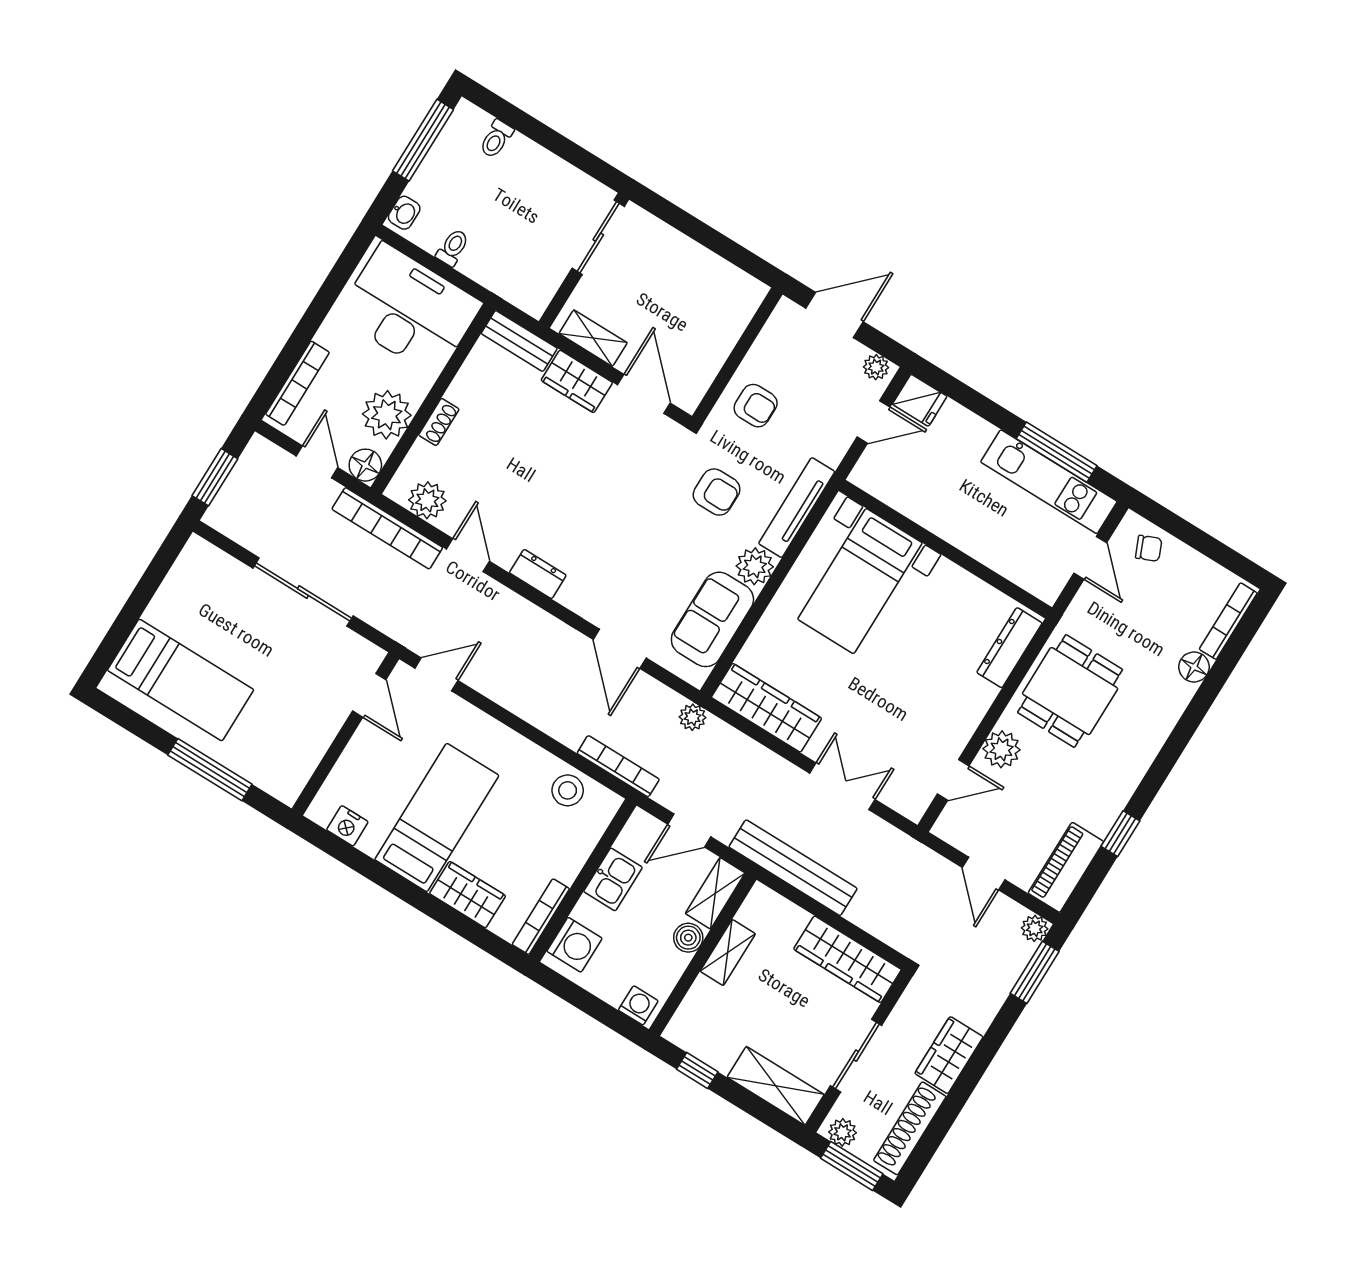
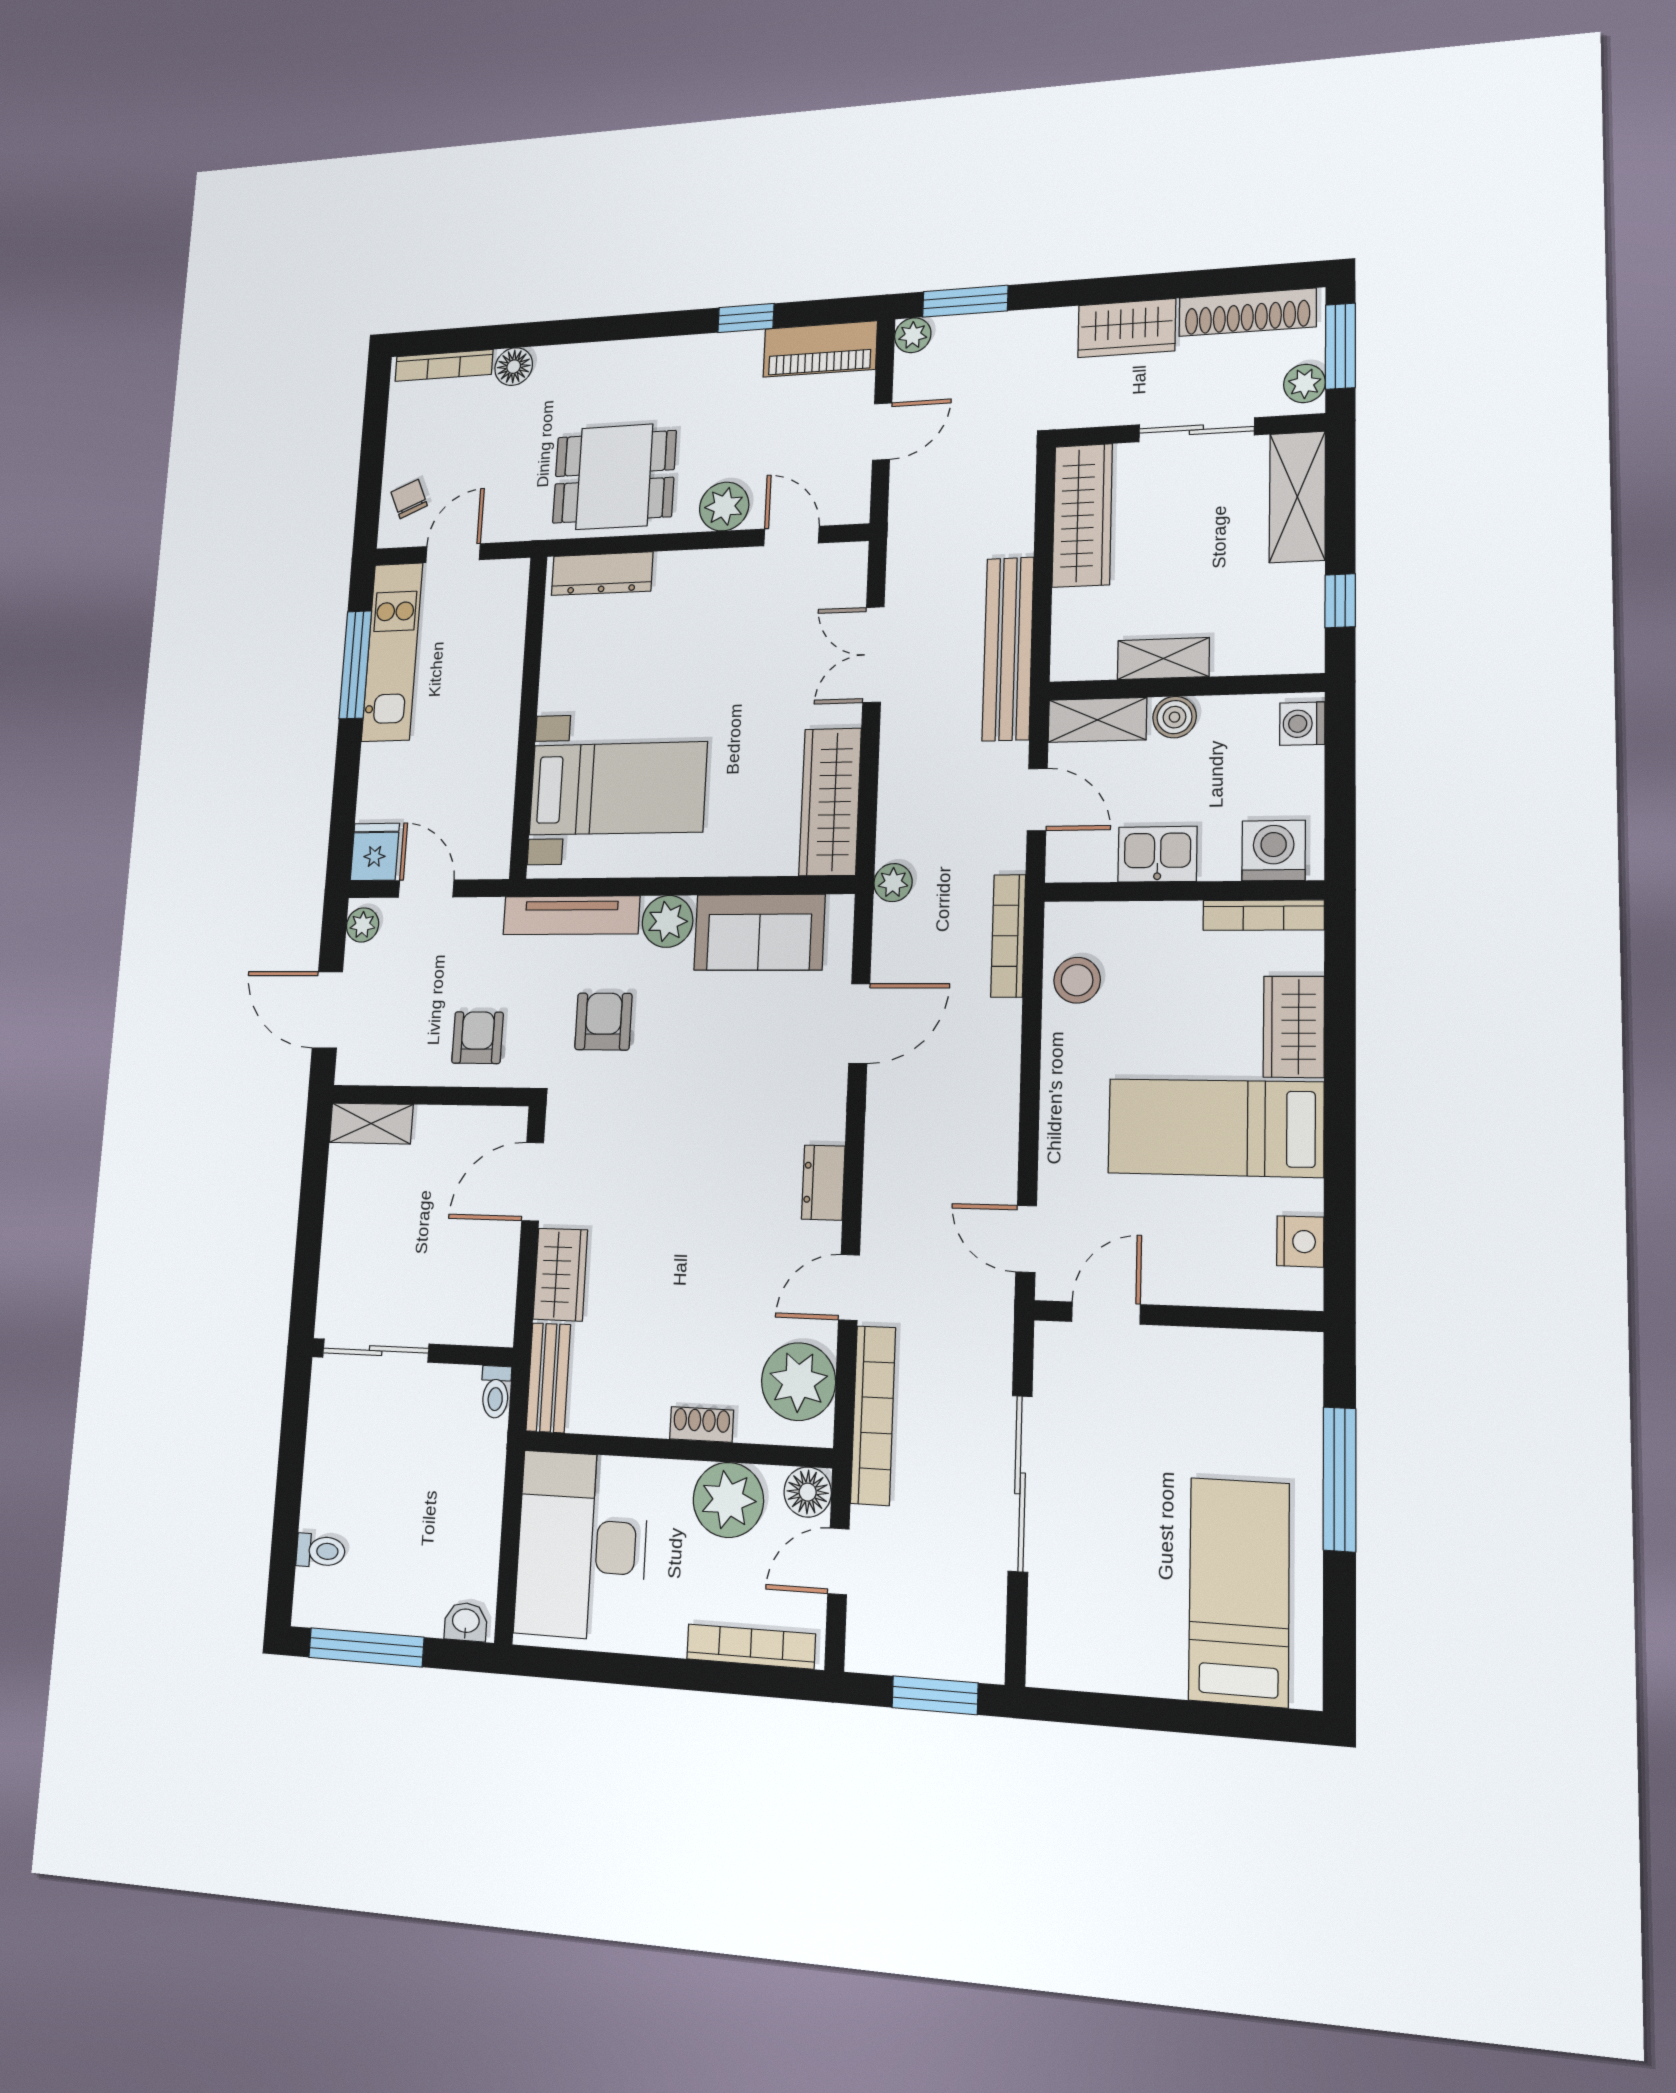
toilet: (453, 248) -> (496, 1392), moved, turned -90
shelving: (593, 338) -> (371, 1123), moved, turned 90
plant: (427, 500) -> (799, 1382), width x1.36, depth x1.36

